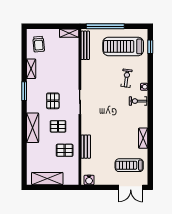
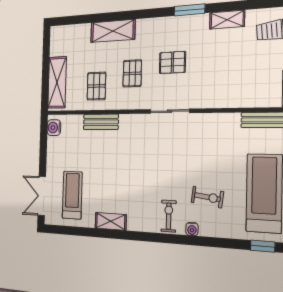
shelving: (33, 128) -> (113, 31), moved
shelving: (47, 179) -> (57, 82), moved

